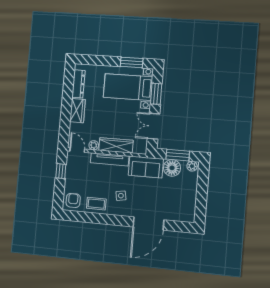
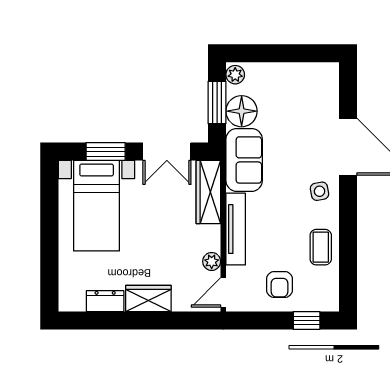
window: (132, 62) -> (49, 203), removed
dresser: (78, 84) -> (105, 301), width x0.70
wardrobe: (116, 145) -> (208, 192), moved
window: (61, 171) -> (307, 321), moved
side table: (121, 196) -> (320, 191), moved
armchair: (73, 200) -> (279, 284), moved, turned -90

